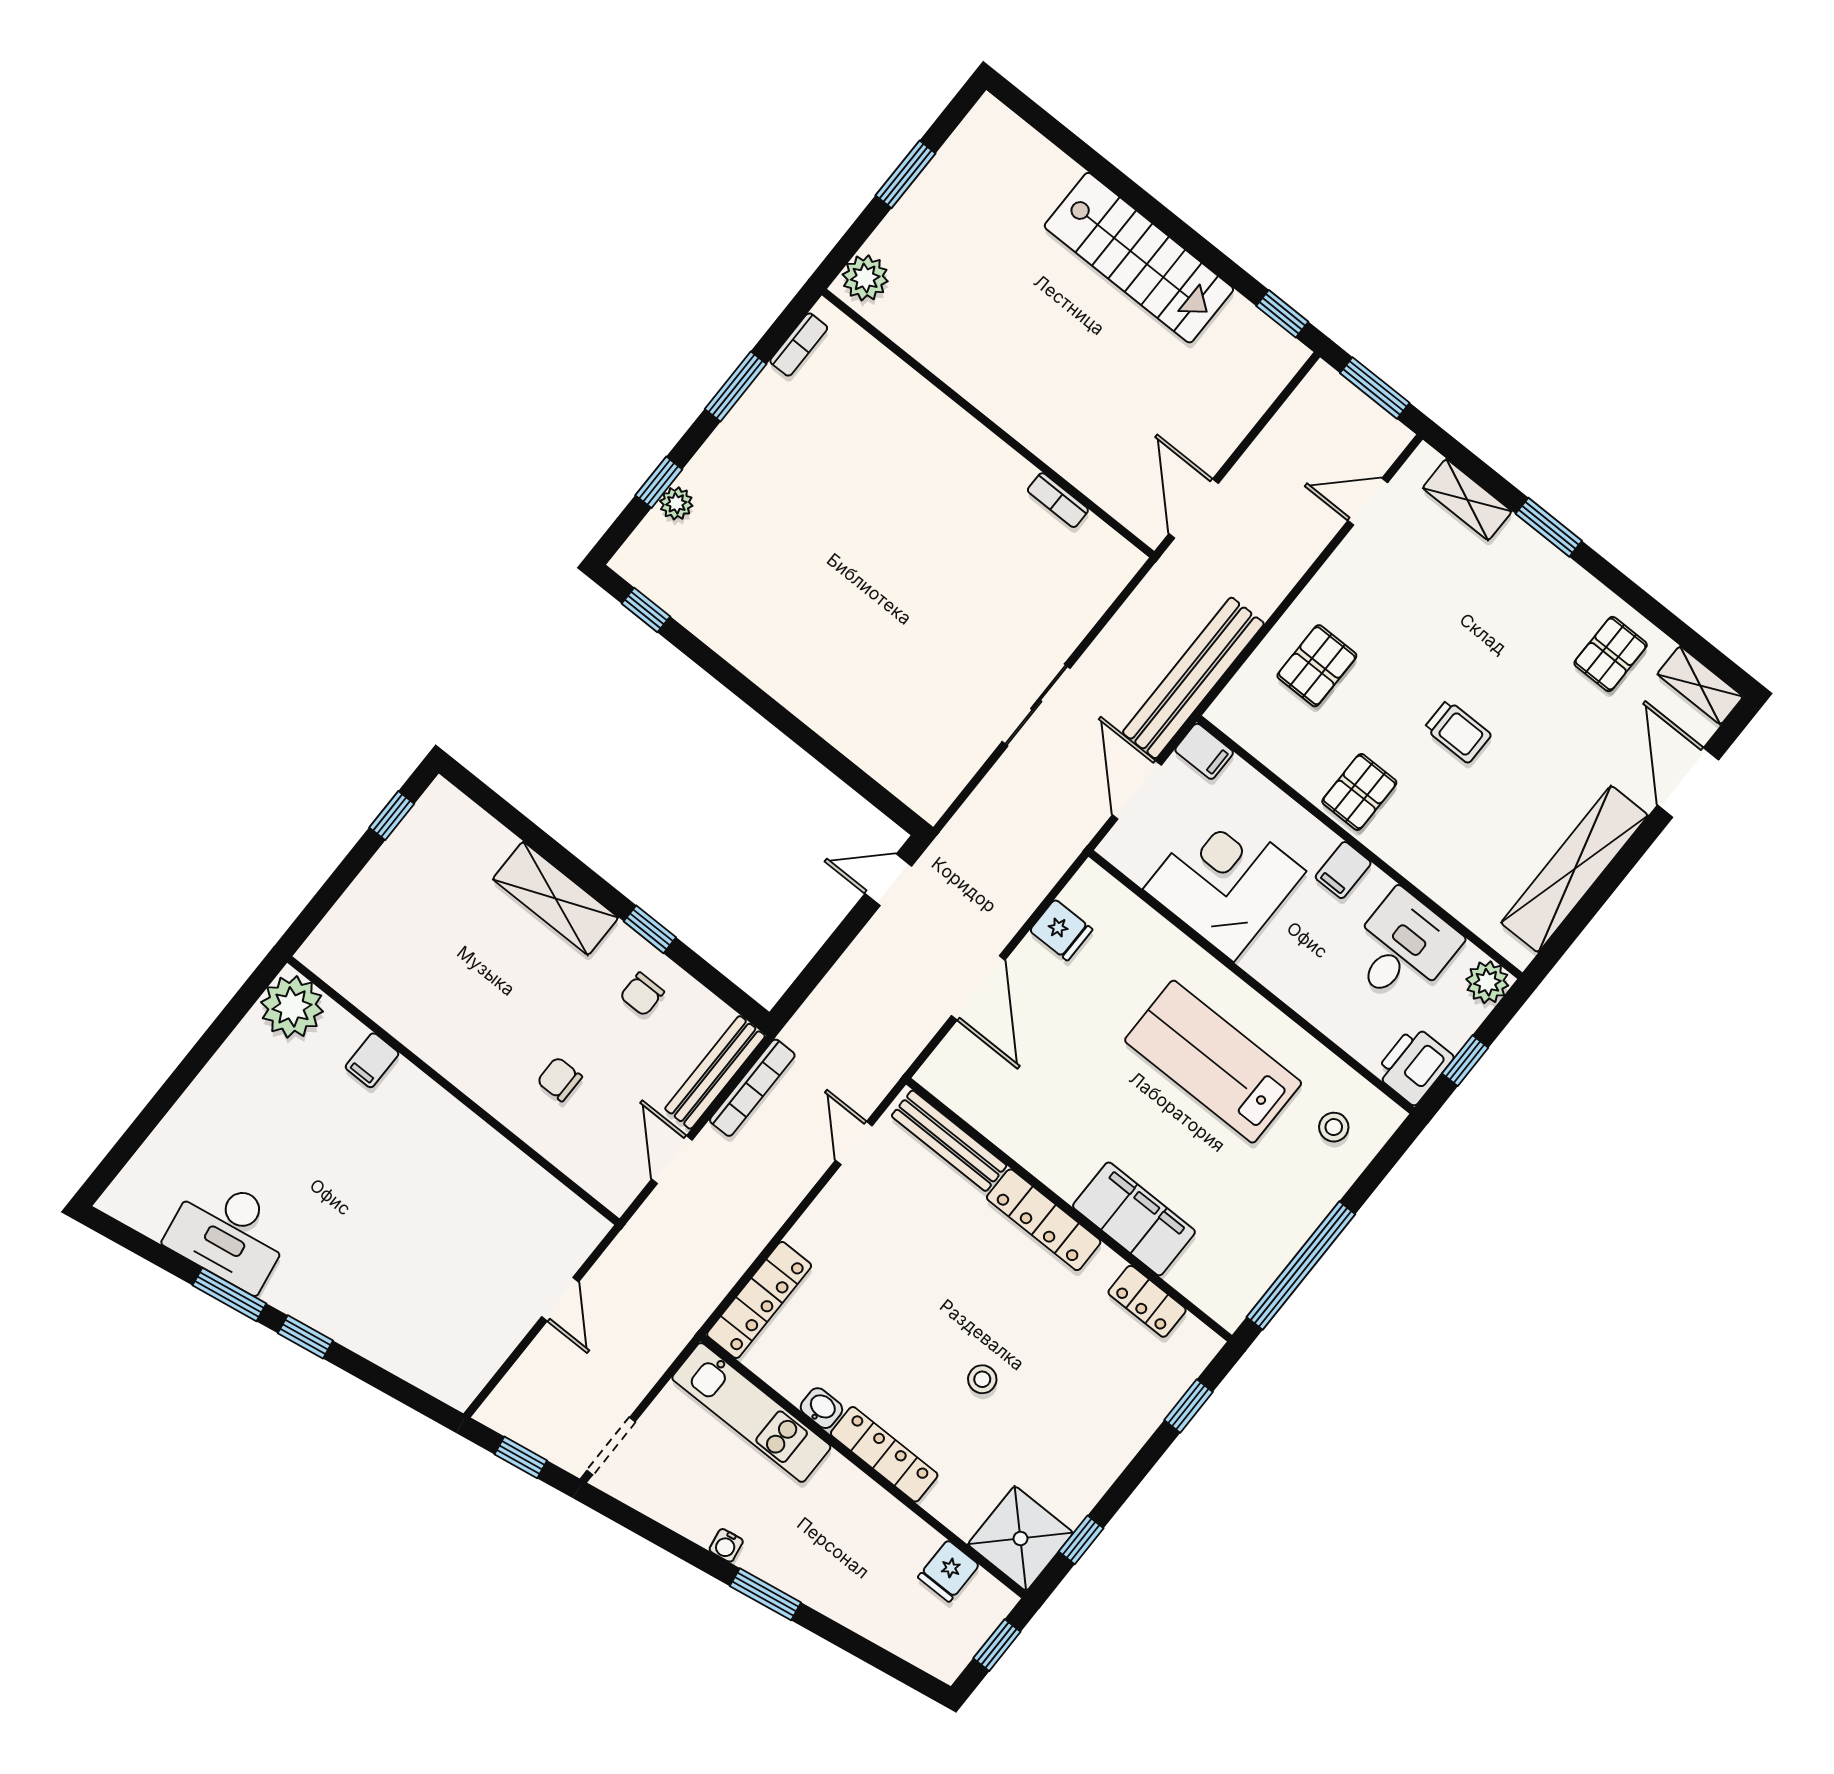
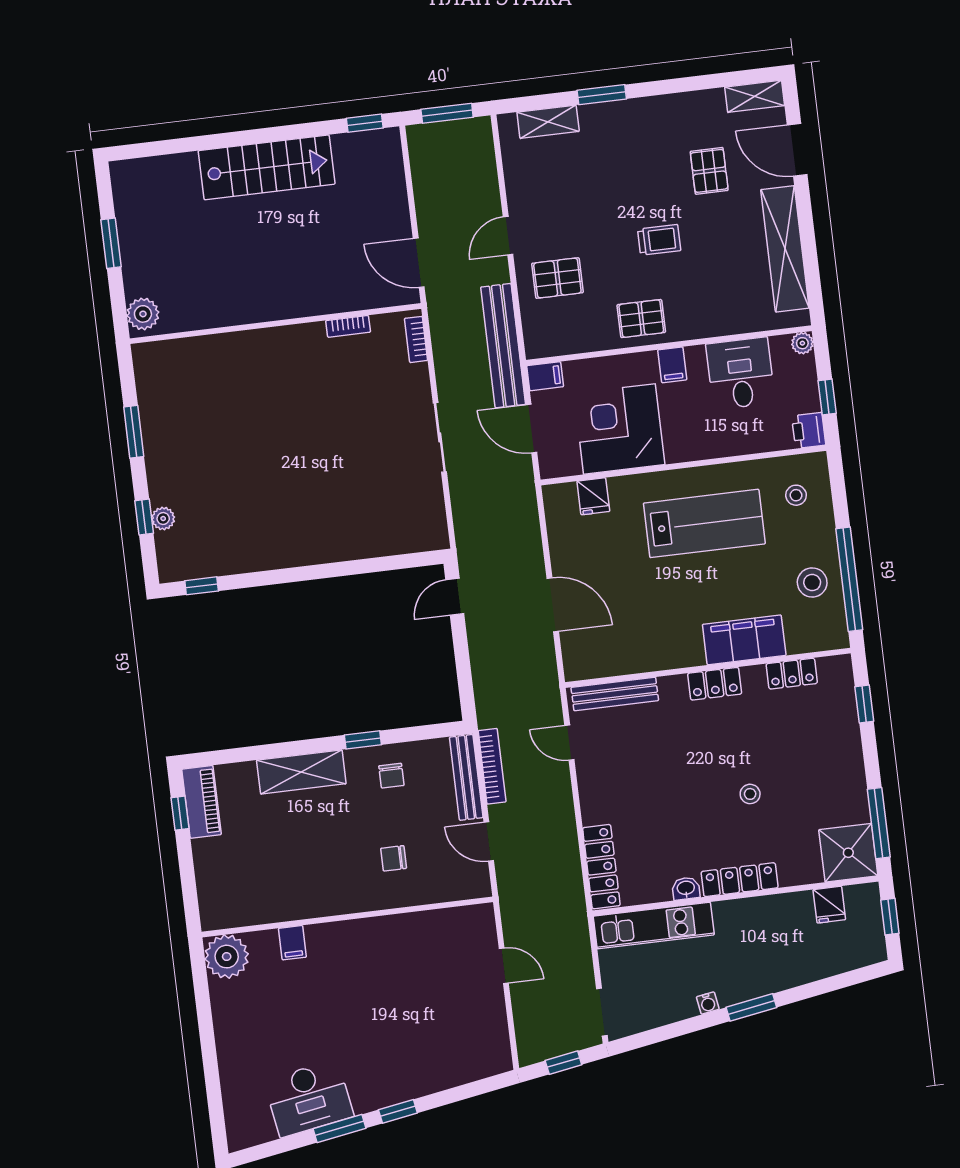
bookcase: (799, 345) -> (416, 339), moved, turned 180
door: (1368, 502) -> (508, 236), moved
pallet: (1611, 654) -> (709, 171), moved
pallet: (1317, 666) -> (557, 278), turned 90
pallet: (1359, 792) -> (641, 319), turned 90
piano: (425, 826) -> (202, 802), added
fridge: (1061, 930) -> (593, 496), moved, turned 90
plant: (1487, 982) -> (802, 343), width x0.73, depth x0.73
lab bench: (1213, 1062) -> (704, 523), turned 180
printer: (1414, 1065) -> (809, 430), width x0.73, depth x0.81
locker: (1044, 1220) -> (715, 684), width x0.66
stool: (1261, 1231) -> (812, 582), added
window: (1081, 1540) -> (879, 823), width x2.17

